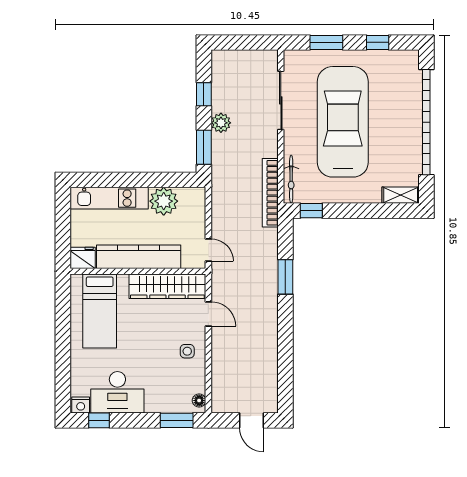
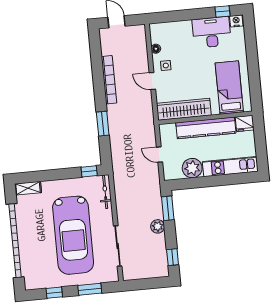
window: (204, 94) -> (173, 257), moved
bookcase: (270, 193) -> (109, 80), moved
door: (208, 250) -> (159, 155), moved
door: (208, 314) -> (152, 81), moved
floor lamp: (199, 401) -> (156, 49), moved
window: (177, 420) -> (169, 17), removed

